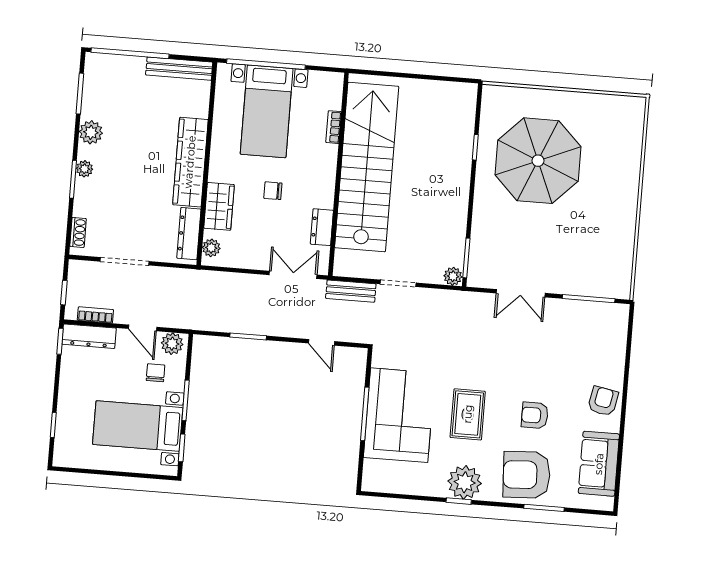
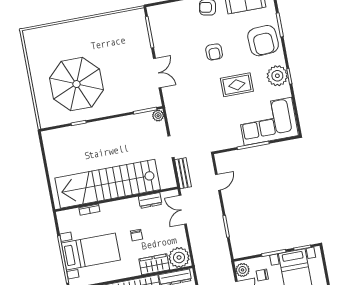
plant: (211, 248) -> (179, 257), width x1.87, depth x1.87
corner sofa: (399, 415) -> (268, 121), moved
armchair: (535, 415) -> (214, 52), moved

